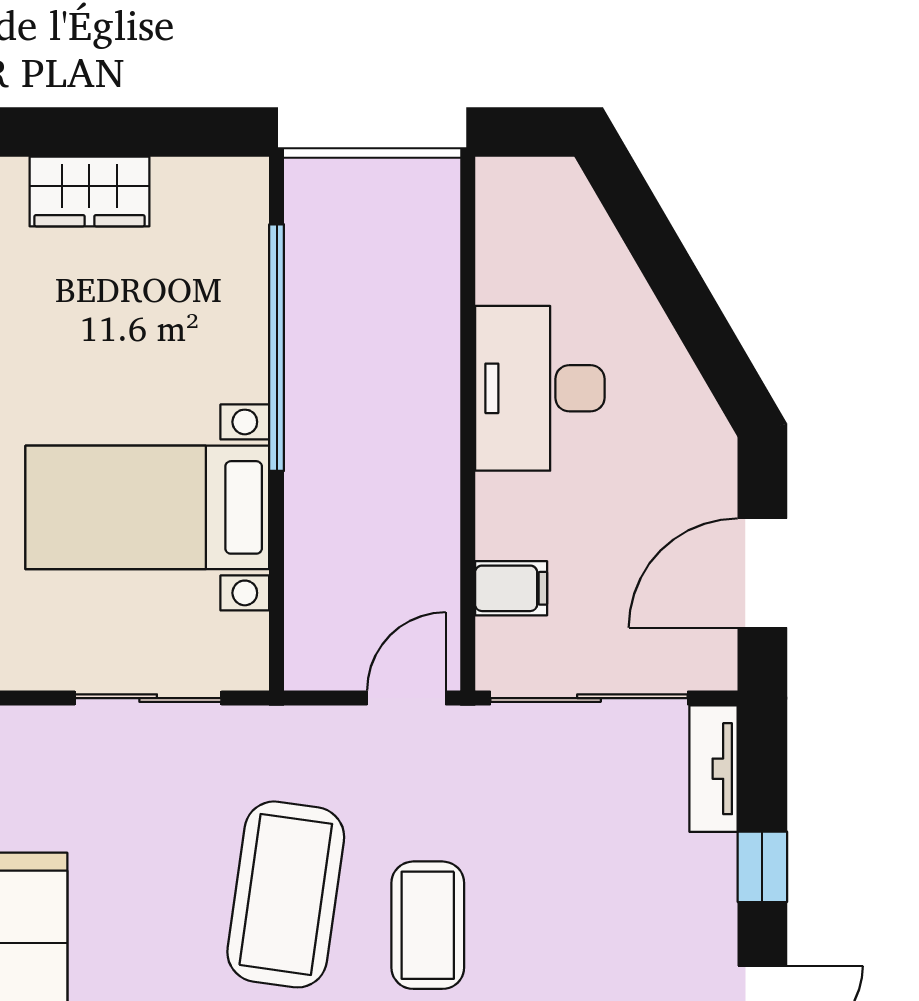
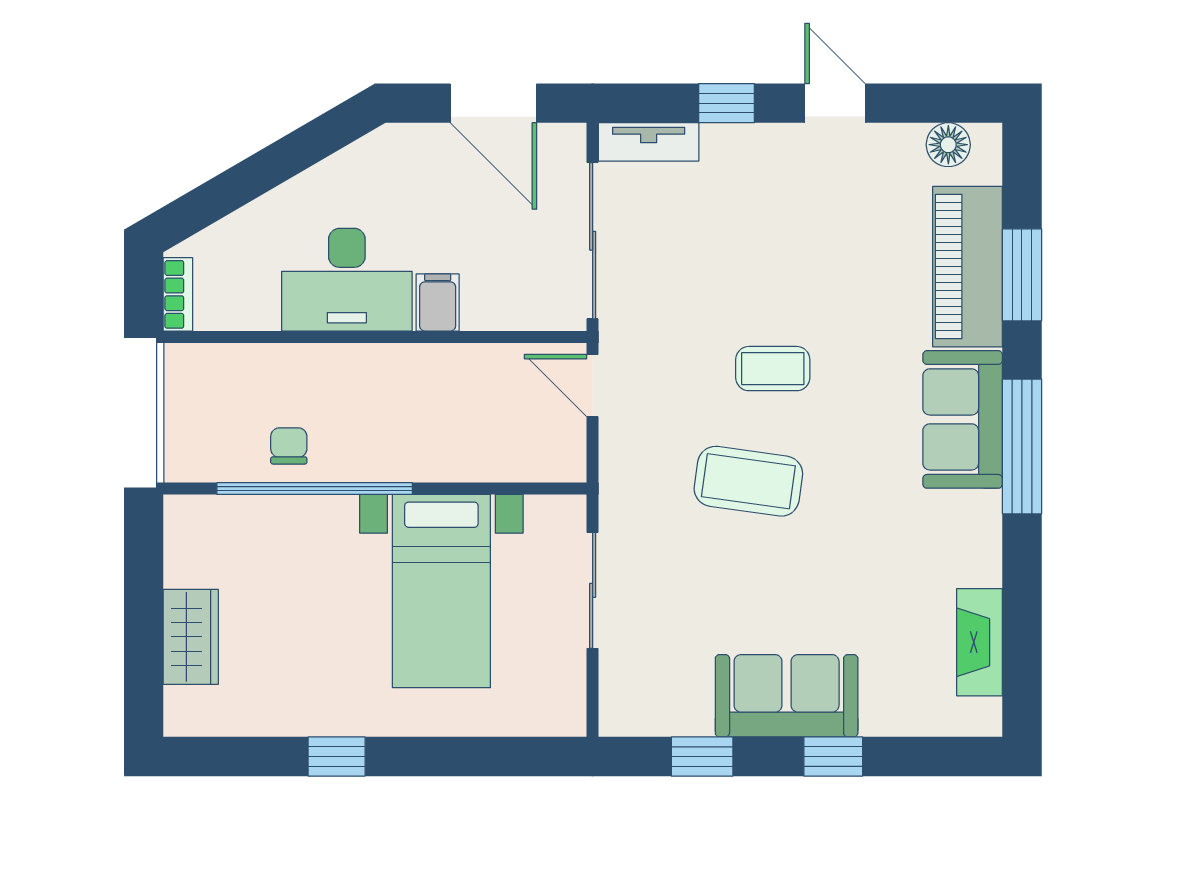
bookcase: (521, 175) -> (178, 294), added
chair: (330, 315) -> (289, 446), added
filing cabinet: (511, 588) -> (438, 302), moved
coffee table: (286, 894) -> (748, 481), width x0.73, depth x0.76
coffee table: (428, 925) -> (773, 369), width x0.73, depth x0.77

